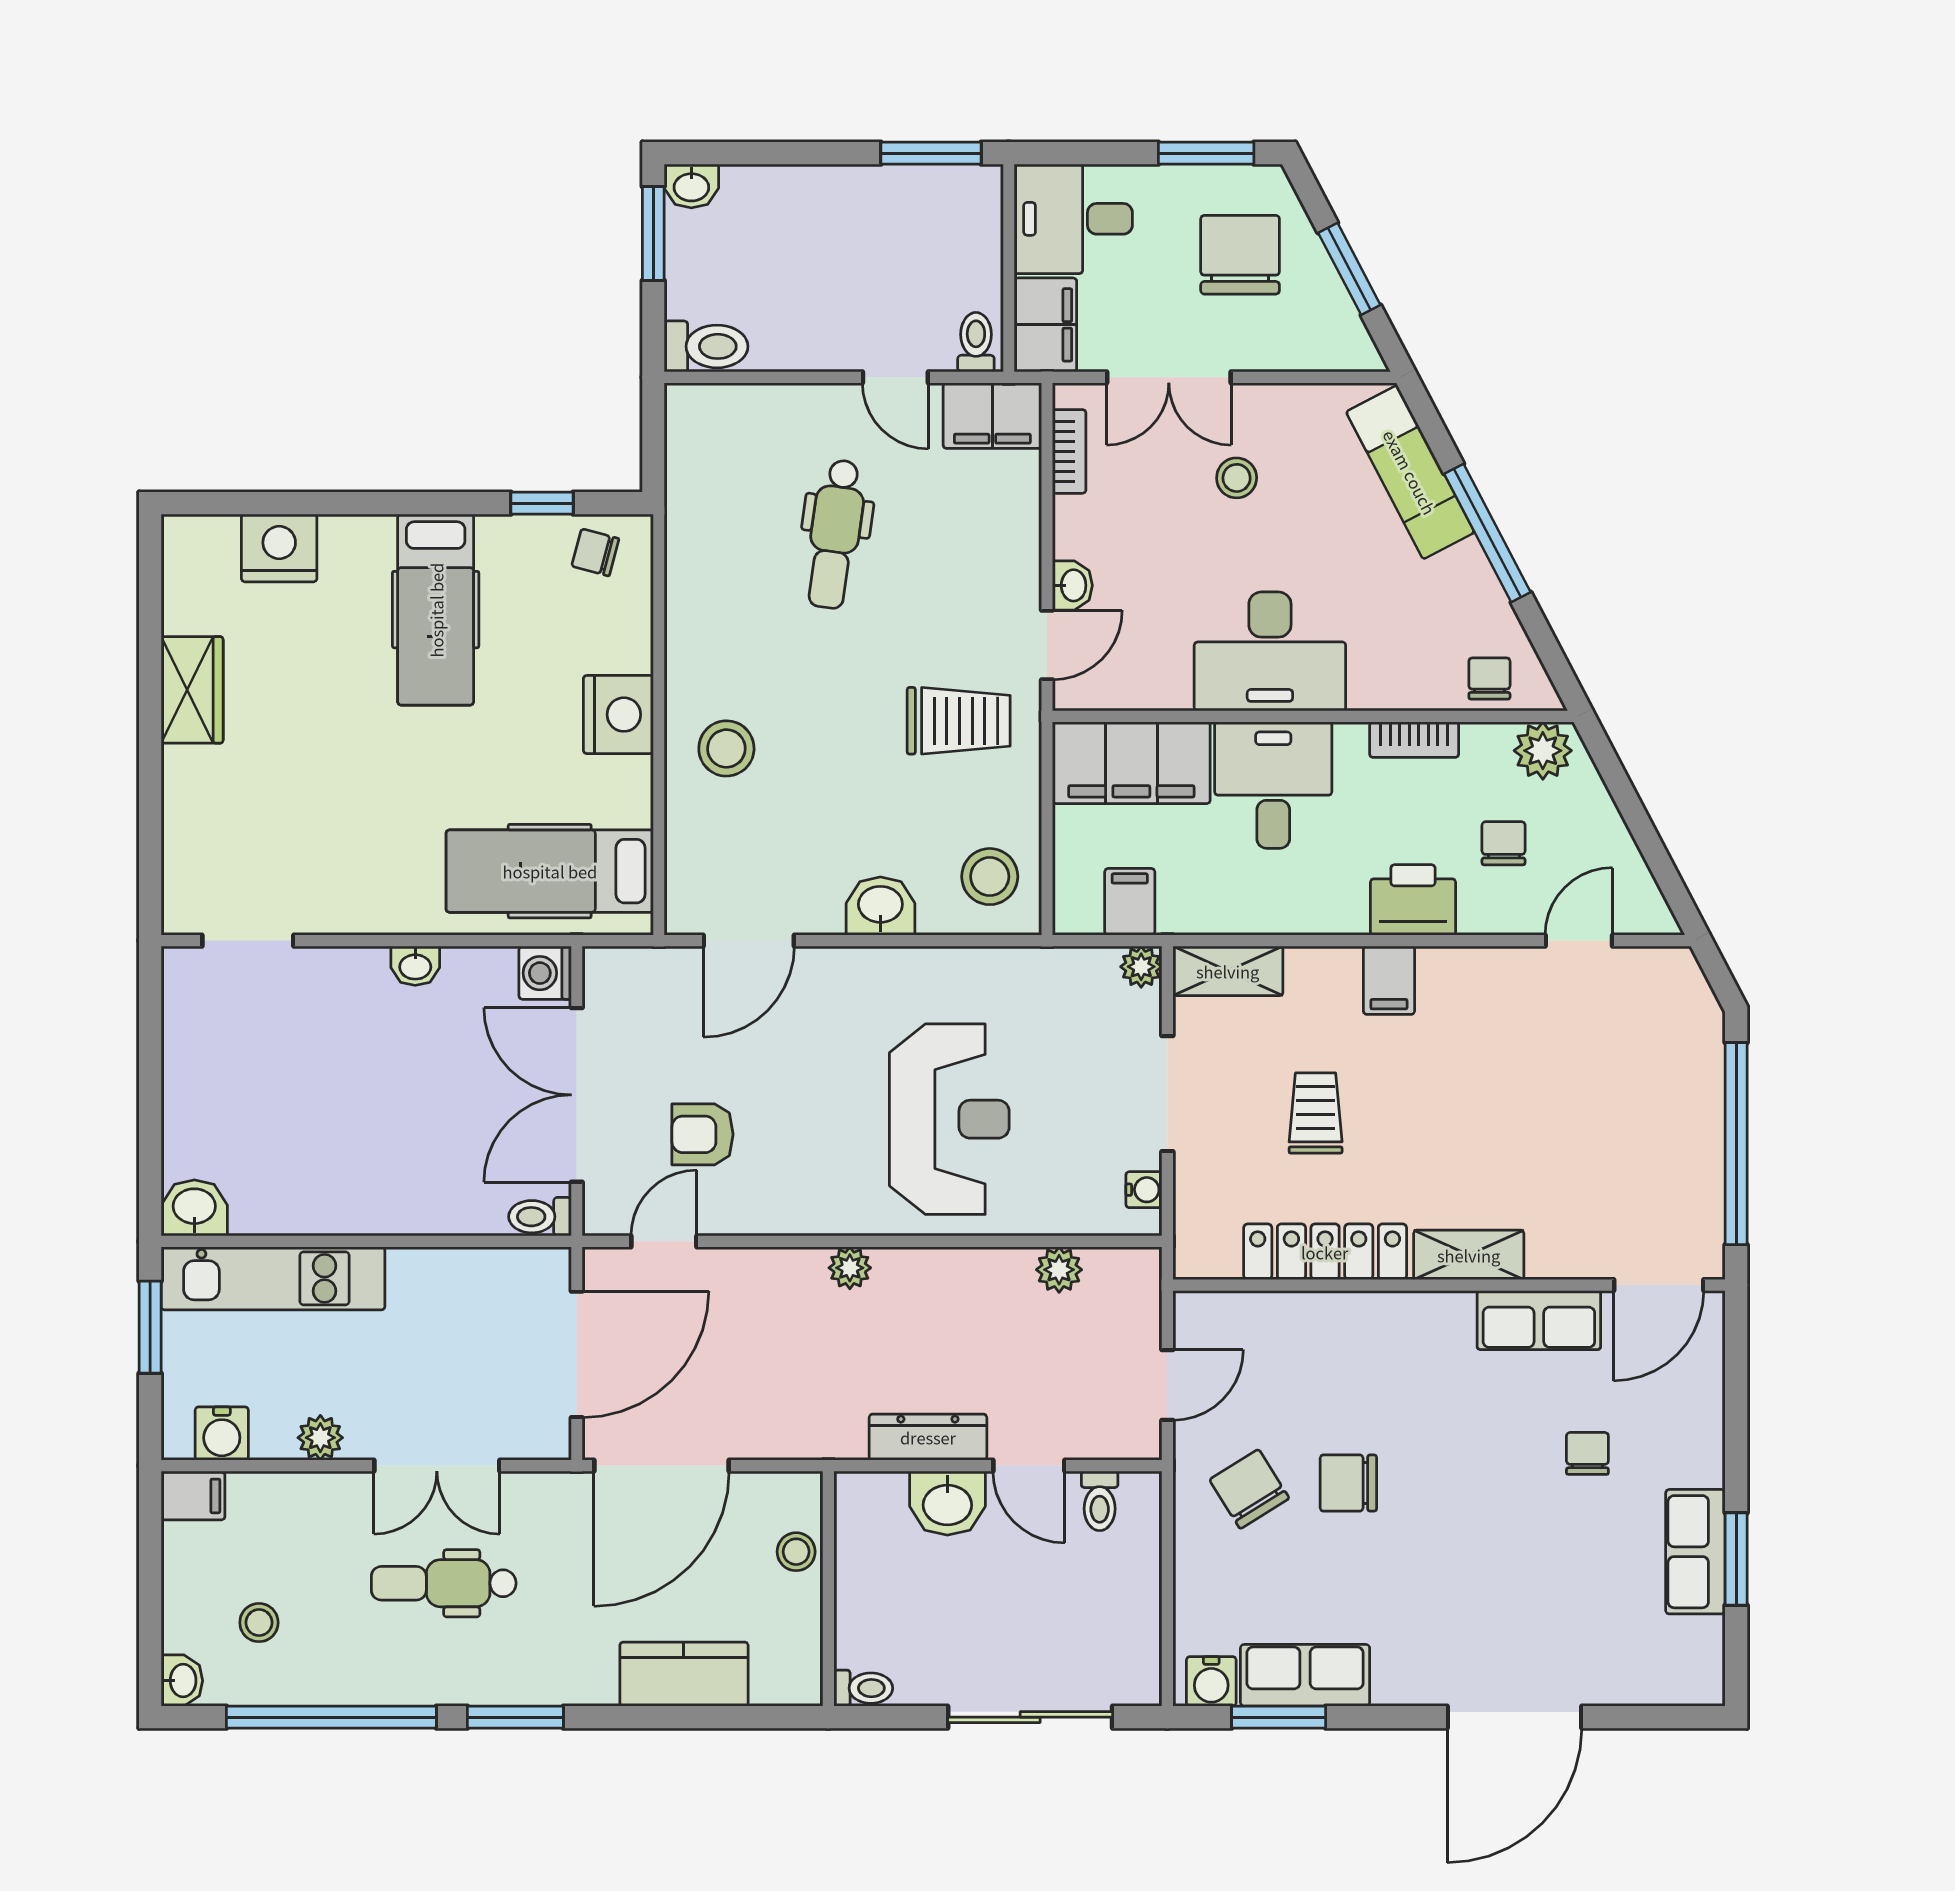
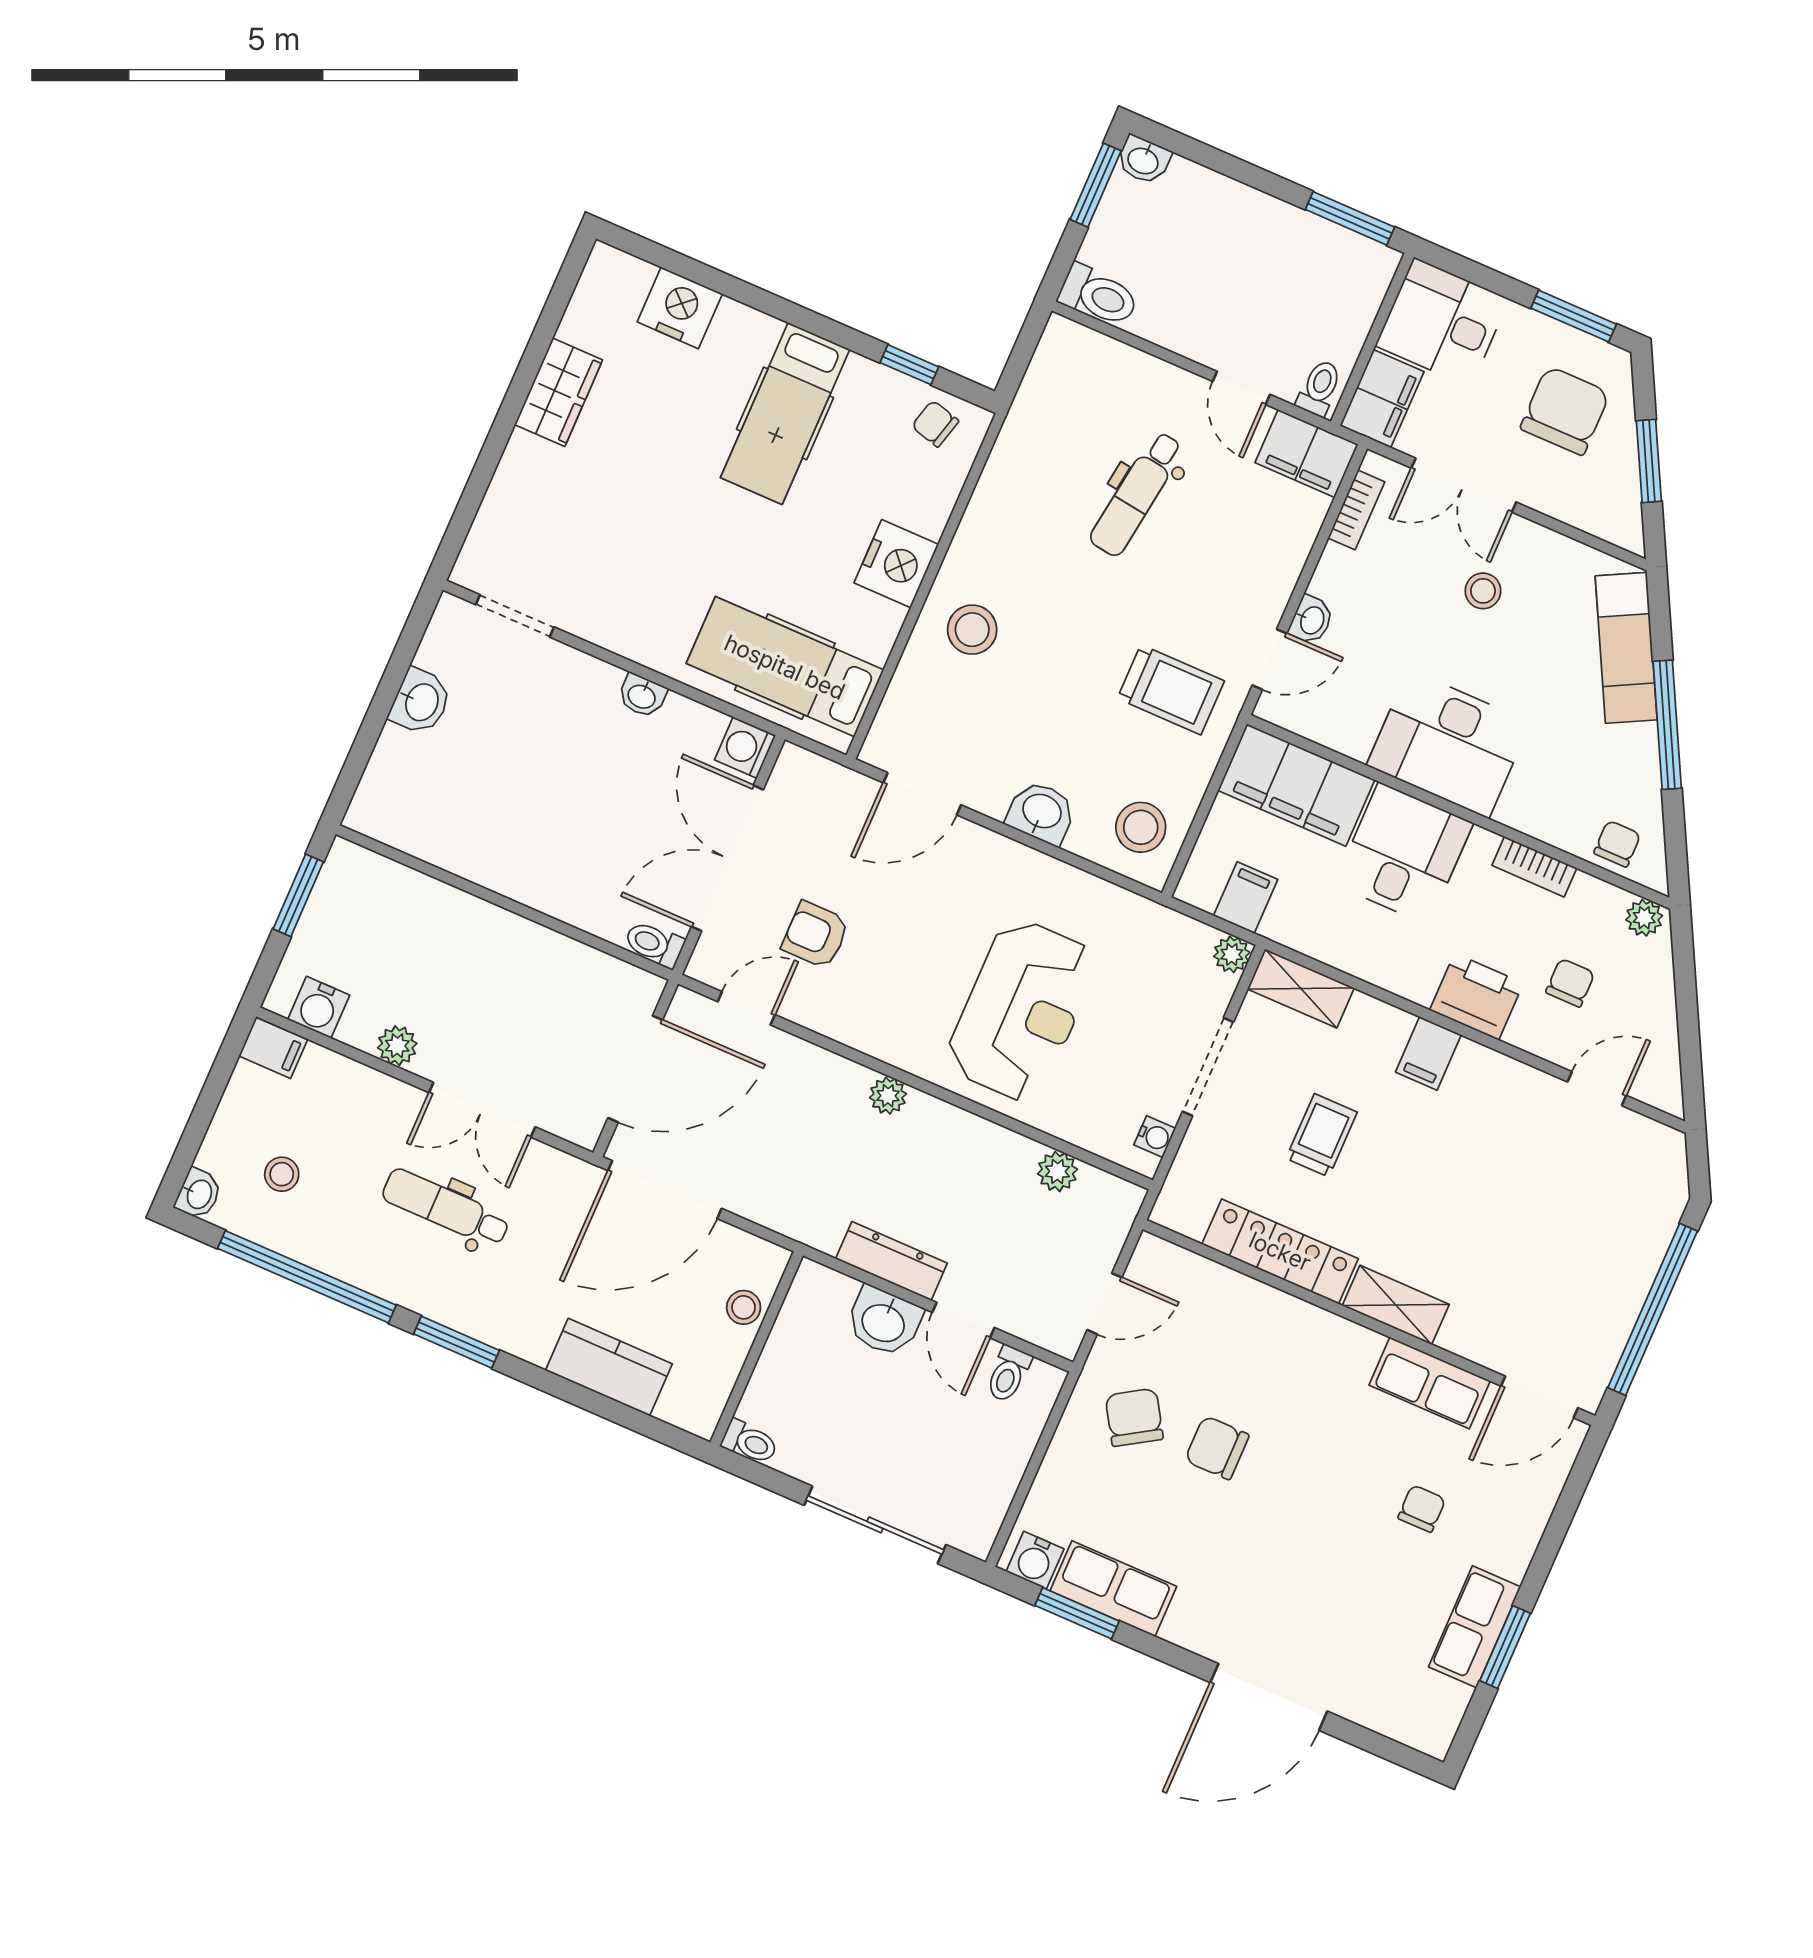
plant: (1543, 751) -> (1644, 918), width x0.73, depth x0.73
washbasin: (194, 1208) -> (421, 702), moved, turned 90
kitchen unit: (273, 1278) -> (415, 899), removed

